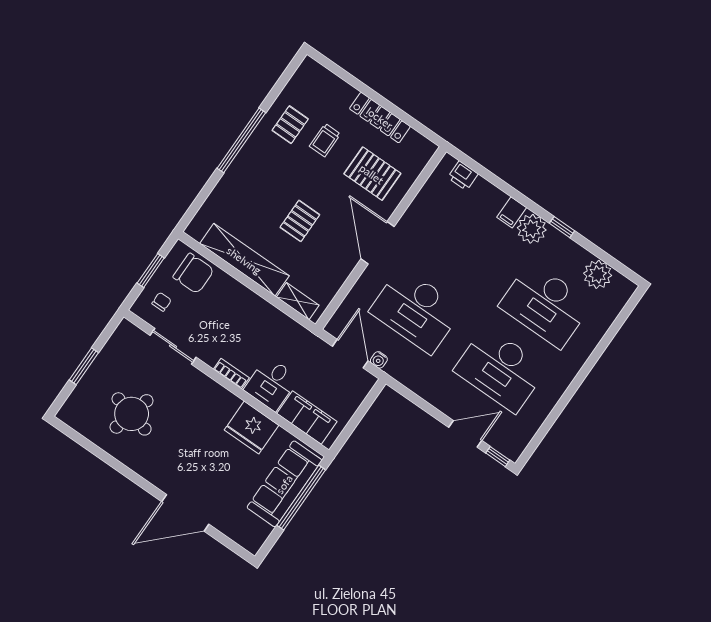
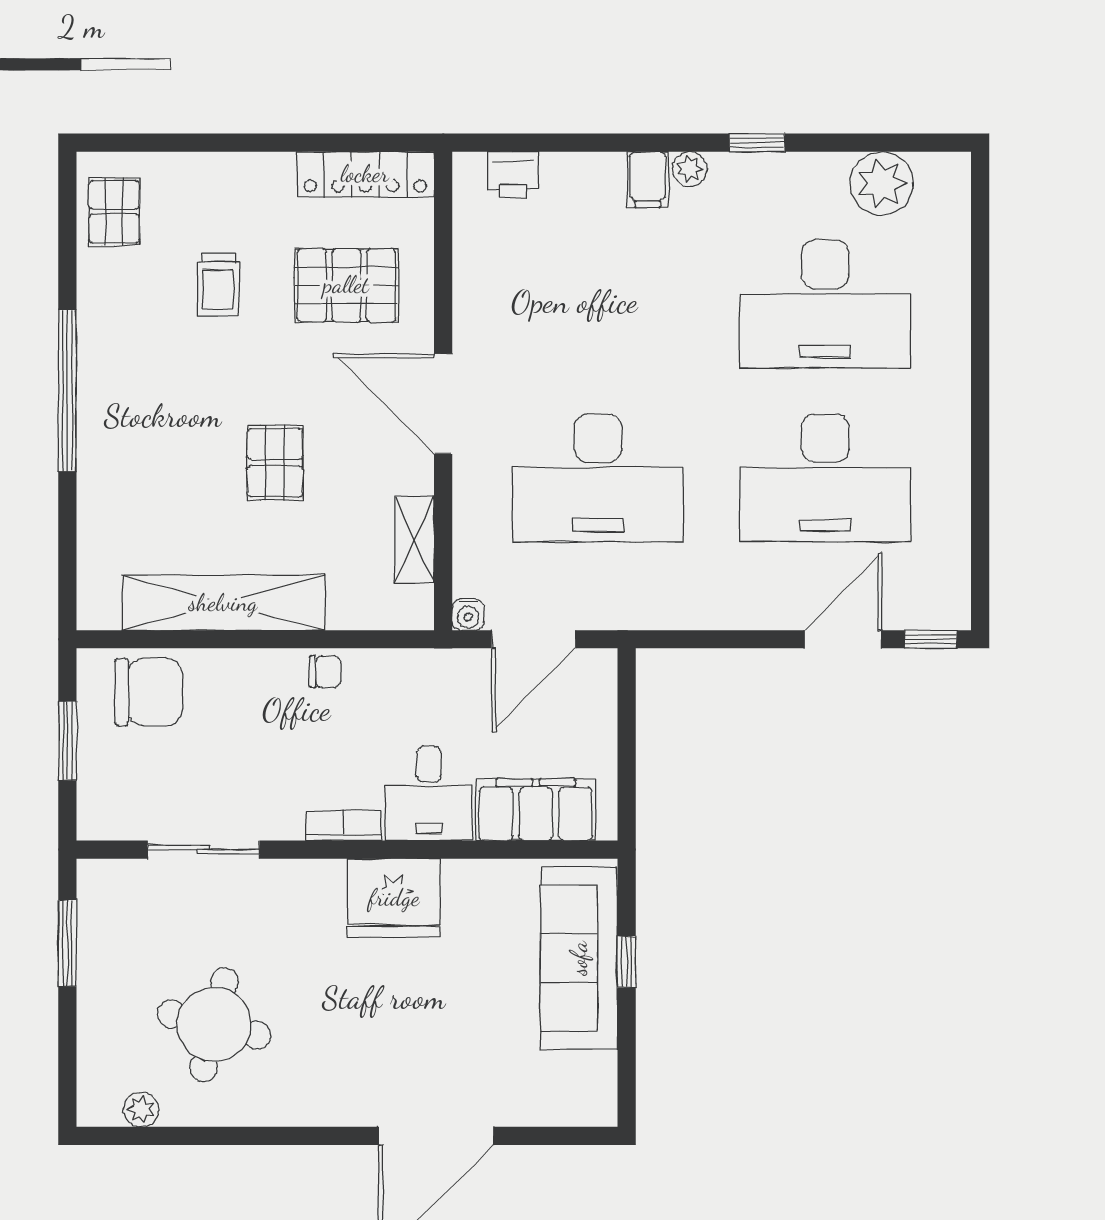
locker: (380, 118) -> (365, 174), moved
pallet: (290, 125) -> (114, 212), moved
plant: (532, 229) -> (689, 169), width x0.53, depth x0.53
shelving: (298, 301) -> (415, 540), moved, turned 90
chair: (162, 302) -> (325, 672), moved, turned 90
door: (350, 354) -> (534, 639), swing flipped
water cooler: (379, 360) -> (468, 614), moved
window: (84, 366) -> (67, 943), moved
plant: (83, 427) -> (141, 1109), added
fridge: (252, 428) -> (394, 898), moved
window: (301, 498) -> (627, 962), width x0.32

